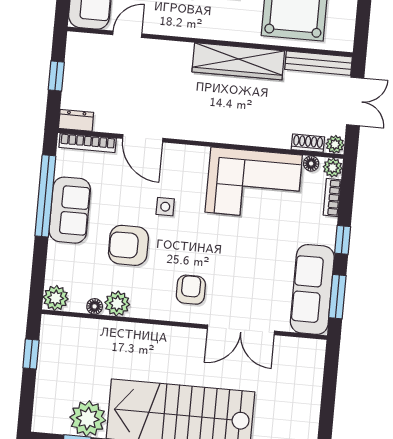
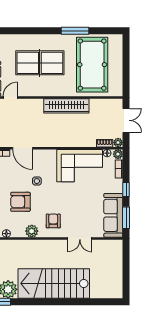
bench: (319, 63) -> (106, 103), removed
plant: (117, 304) -> (32, 231), moved
double door: (241, 330) -> (80, 239), width x0.73

